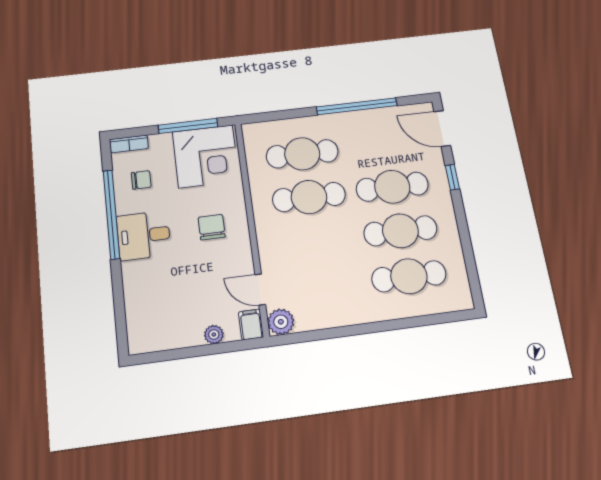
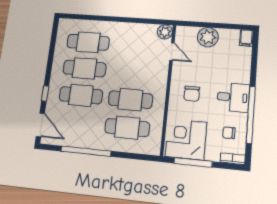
filing cabinet: (251, 325) -> (246, 38), moved
plant: (214, 335) -> (208, 37), width x1.87, depth x1.87

